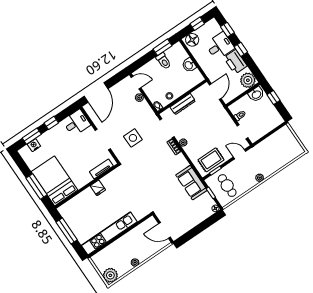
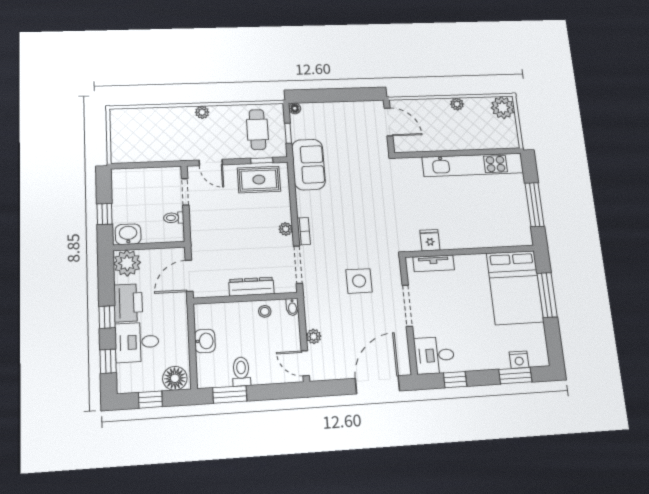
window: (51, 123) -> (455, 380), moved
fridge: (98, 188) -> (430, 240), moved

